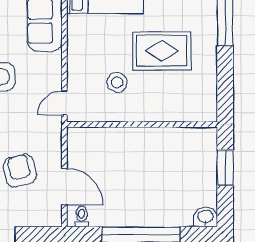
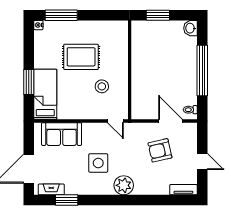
rug: (162, 51) -> (81, 57), turned 90
door: (64, 187) -> (170, 121), hinge flipped

